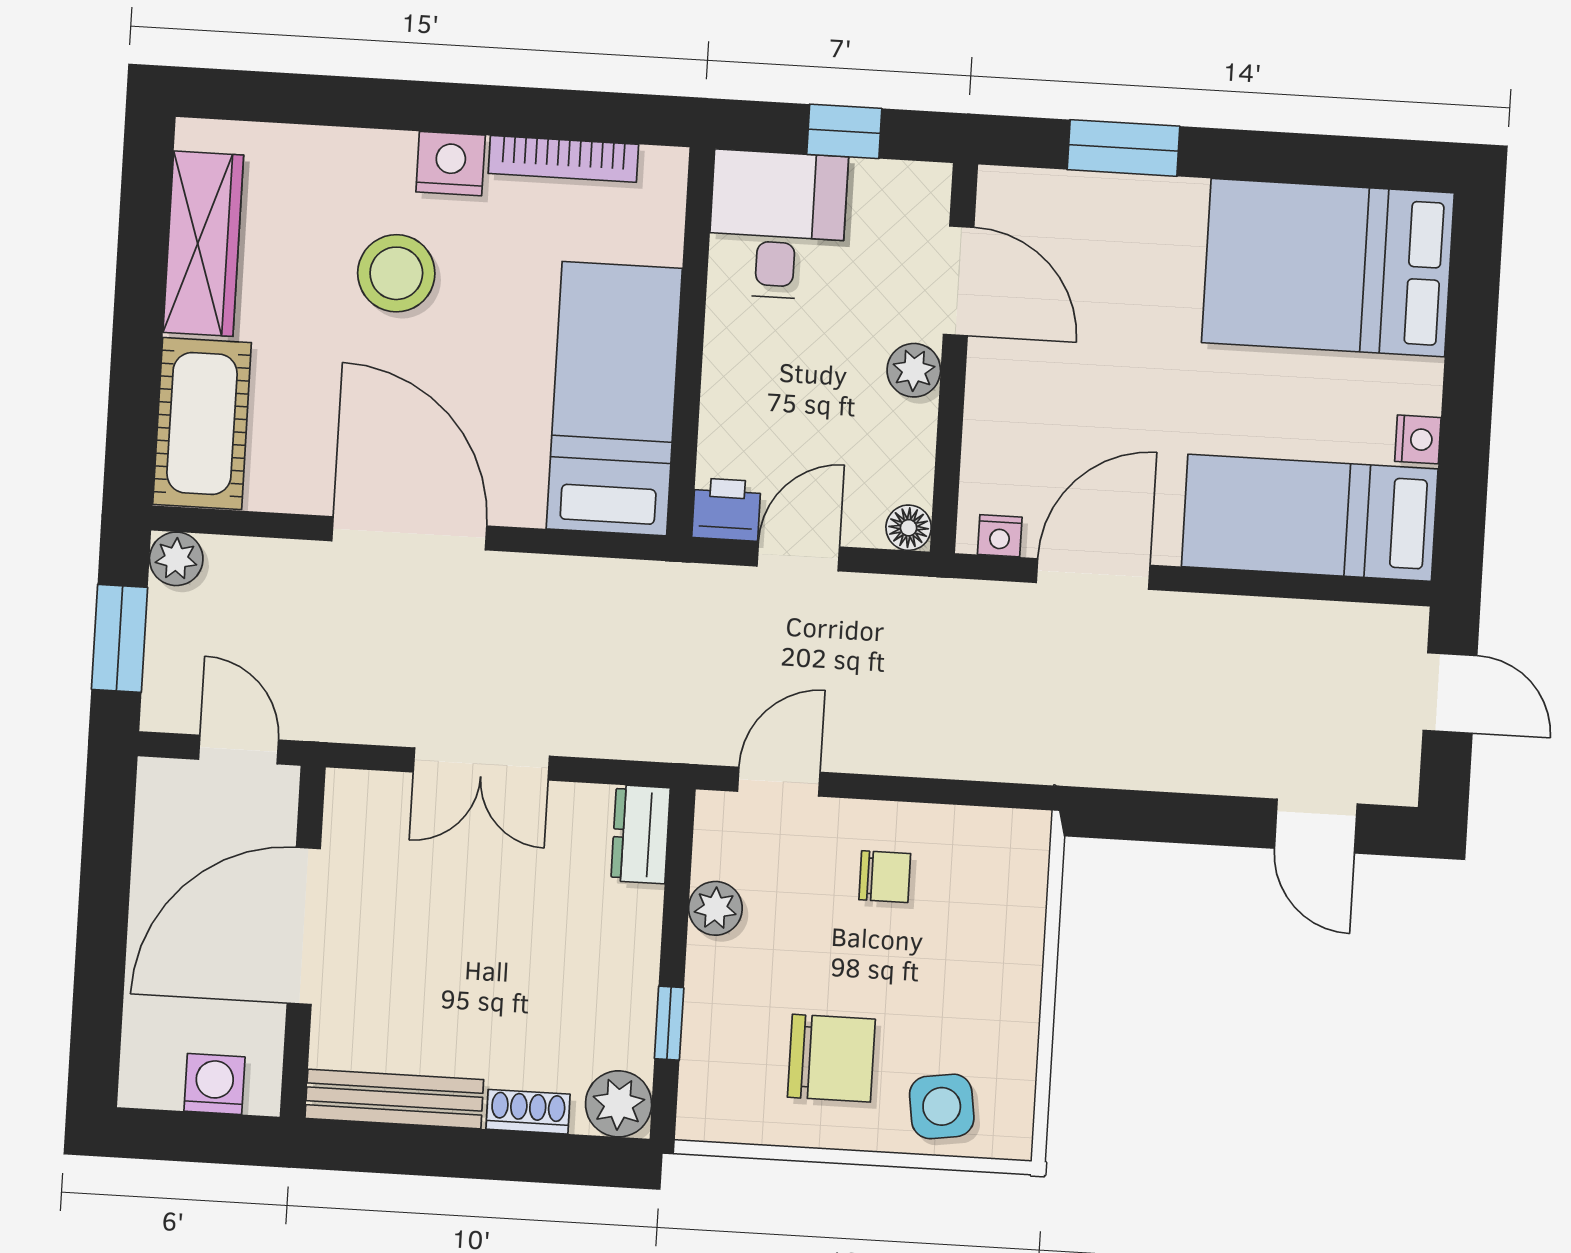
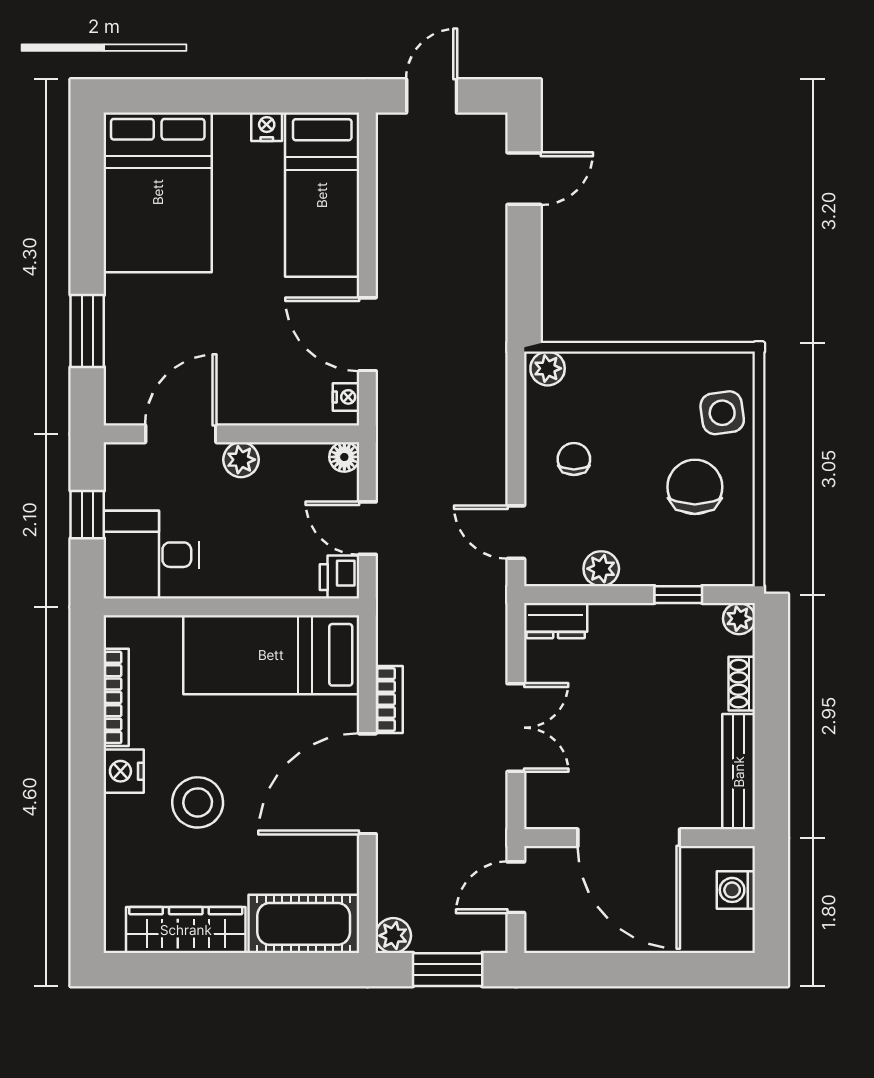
bookcase: (536, 574) -> (389, 700), added
plant: (1025, 845) -> (548, 368), added
plant: (619, 1104) -> (739, 619), width x0.73, depth x0.73

